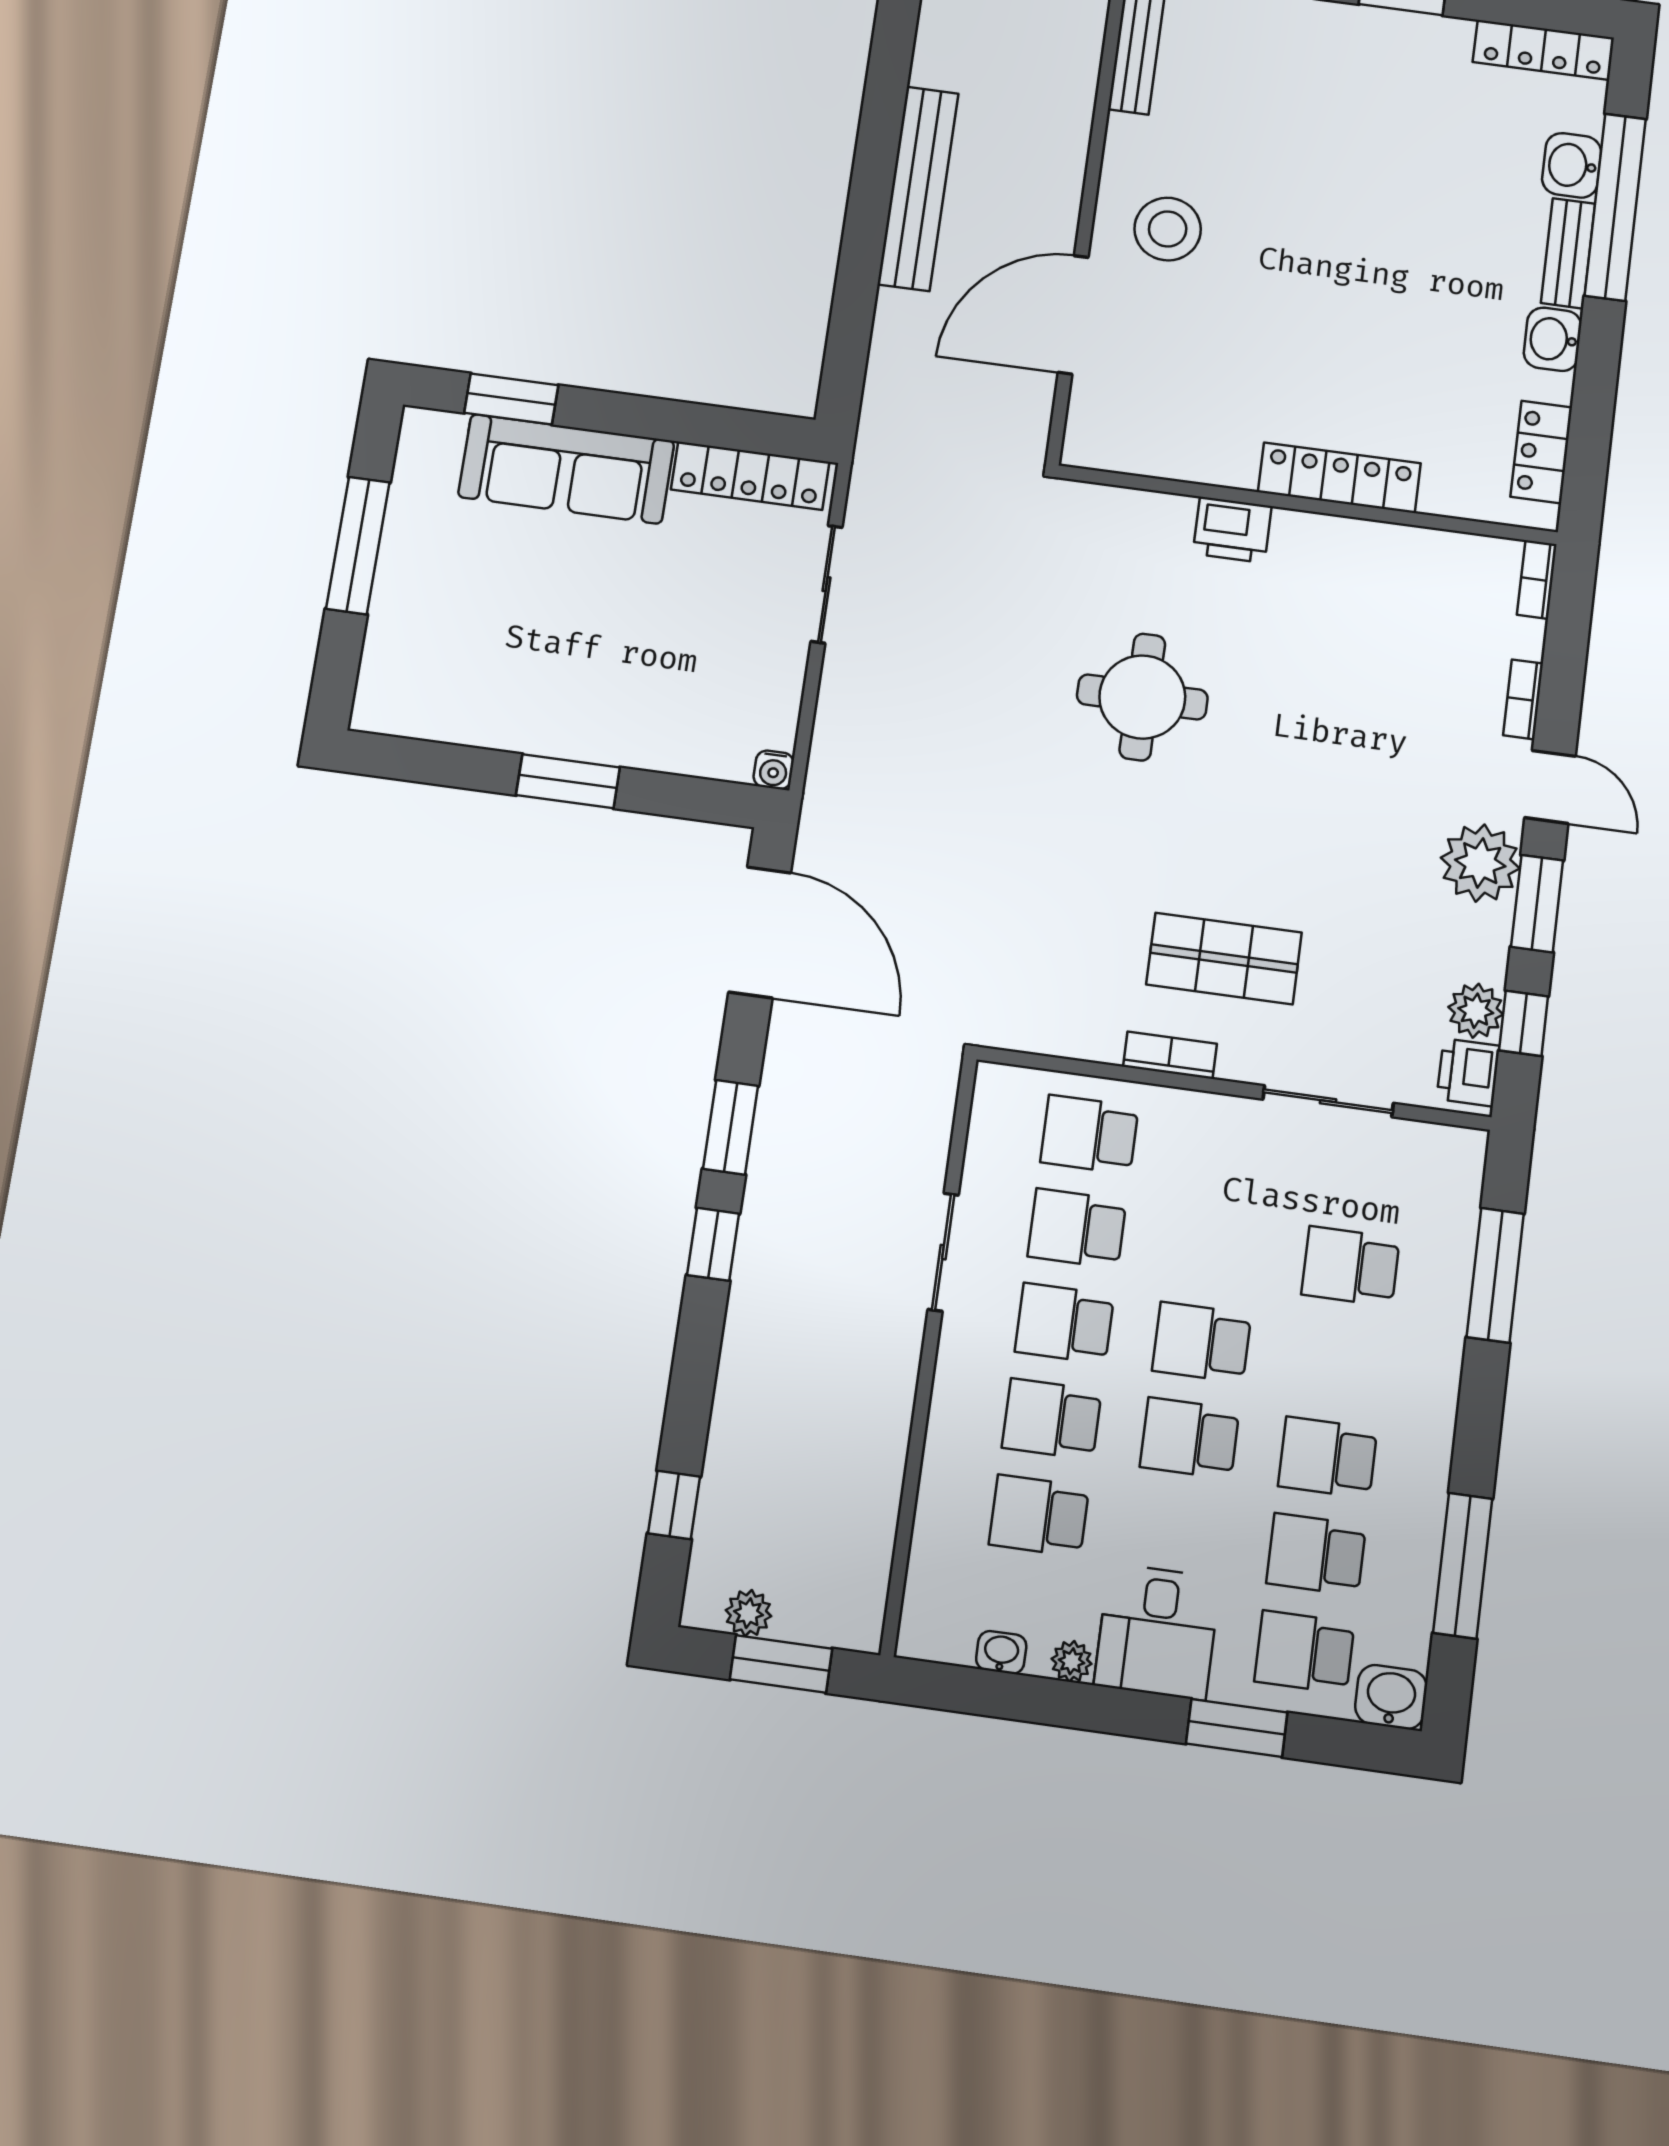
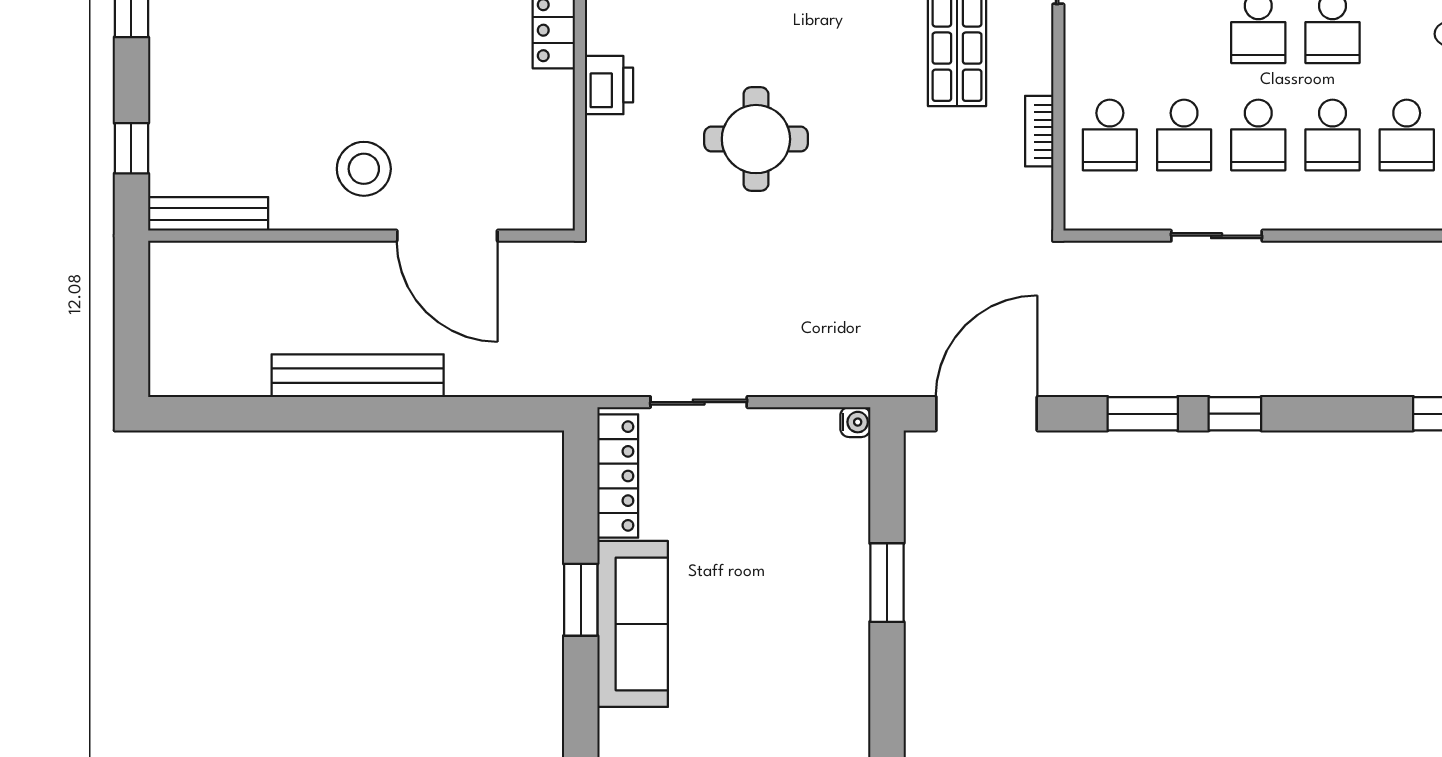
window: (511, 399) -> (581, 600), moved
bookcase: (1170, 1055) -> (1039, 131), moved

